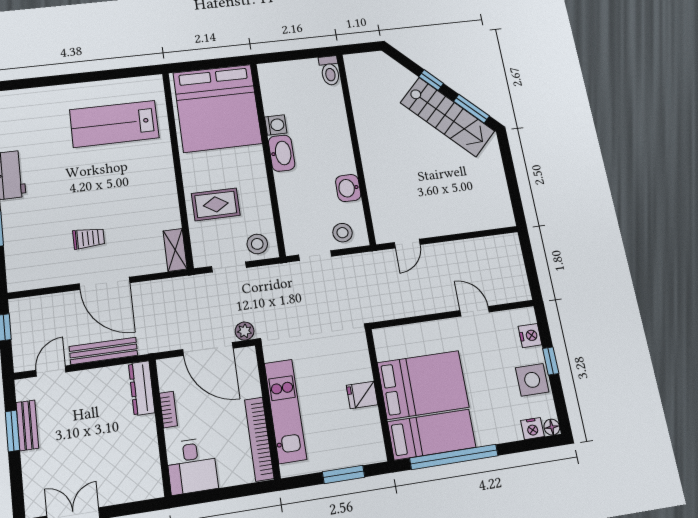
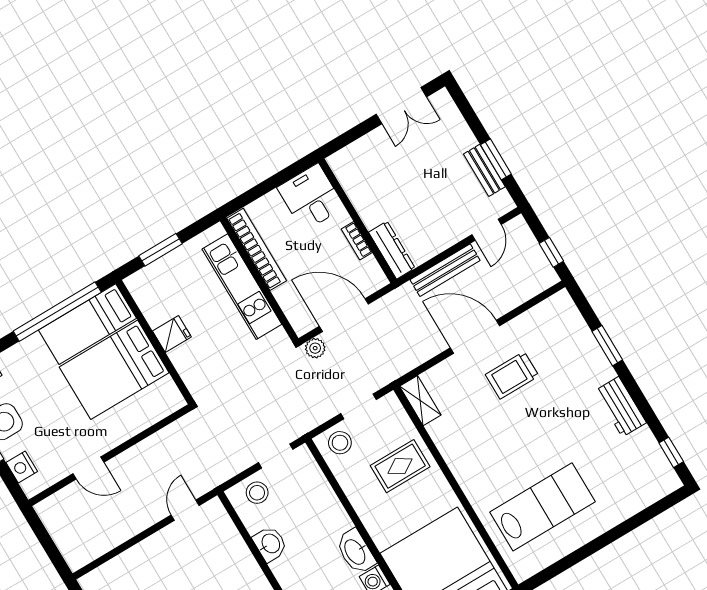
trolley: (89, 238) -> (512, 375), width x1.36, depth x1.39

